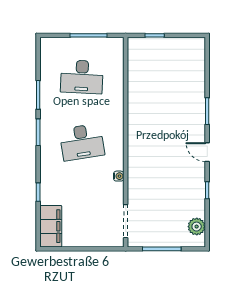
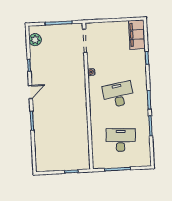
door: (207, 152) -> (30, 92), hinge flipped

